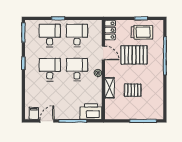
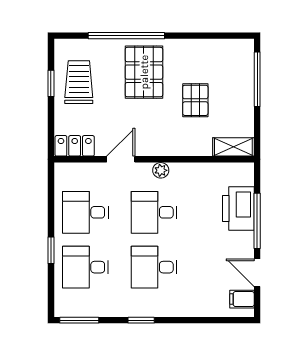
pallet: (134, 55) -> (144, 72), moved
shelving: (110, 88) -> (233, 147), moved
printer: (91, 112) -> (238, 208), moved

